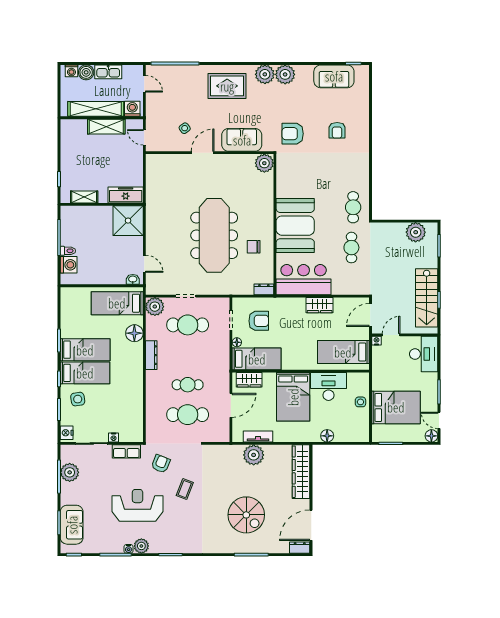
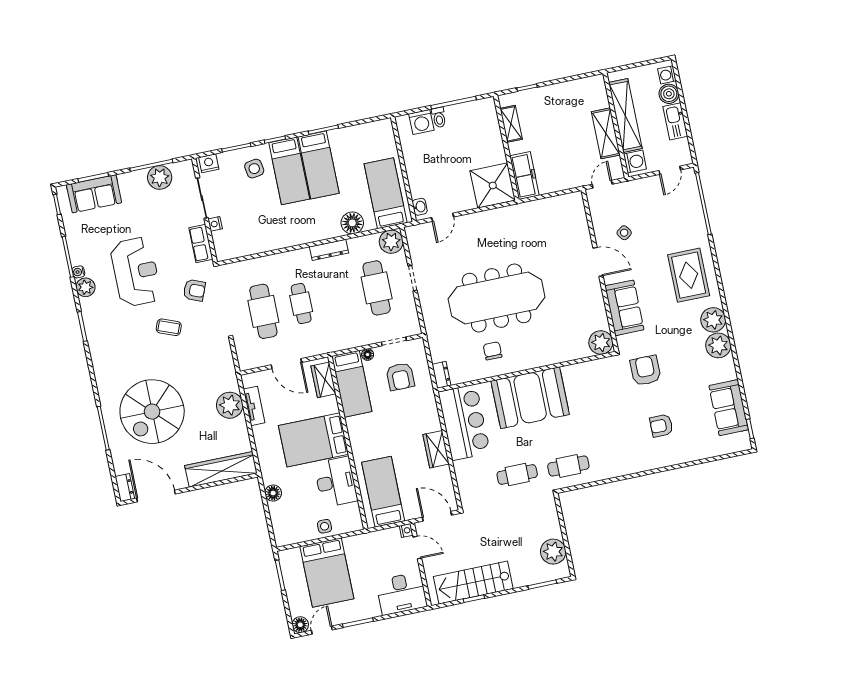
spiral stairs: (246, 515) -> (152, 412), width x1.37, depth x1.37

